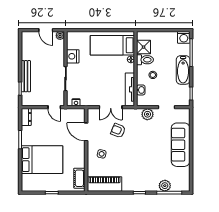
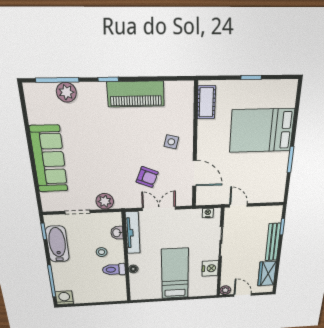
bed: (112, 45) -> (175, 274), moved, turned -90
shower: (144, 47) -> (117, 284), removed
wardrobe: (28, 49) -> (267, 274), added
bathtub: (183, 70) -> (57, 244), moved
dresser: (26, 117) -> (278, 191), removed
piano: (104, 184) -> (136, 94), moved

